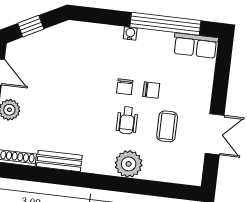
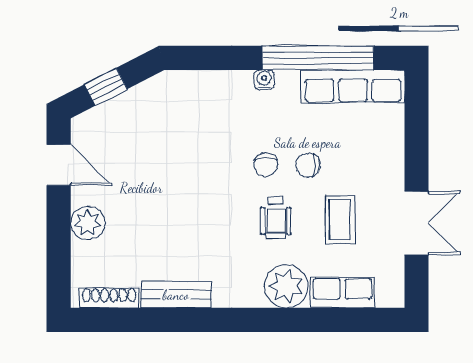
row of seats: (196, 46) -> (353, 86), width x1.48
chair: (151, 90) -> (308, 165), turned 180
row of seats: (163, 172) -> (342, 293), added

